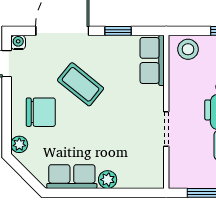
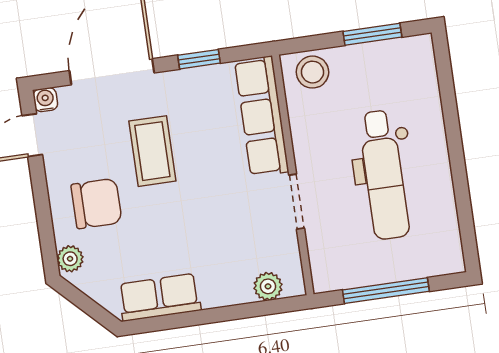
row of seats: (152, 60) -> (262, 116), width x1.48
coffee table: (81, 84) -> (152, 151), turned 51
plant: (108, 180) -> (268, 286), moved

